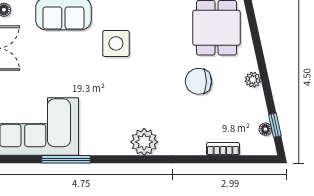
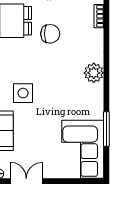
chair: (198, 81) -> (50, 34), turned -90

